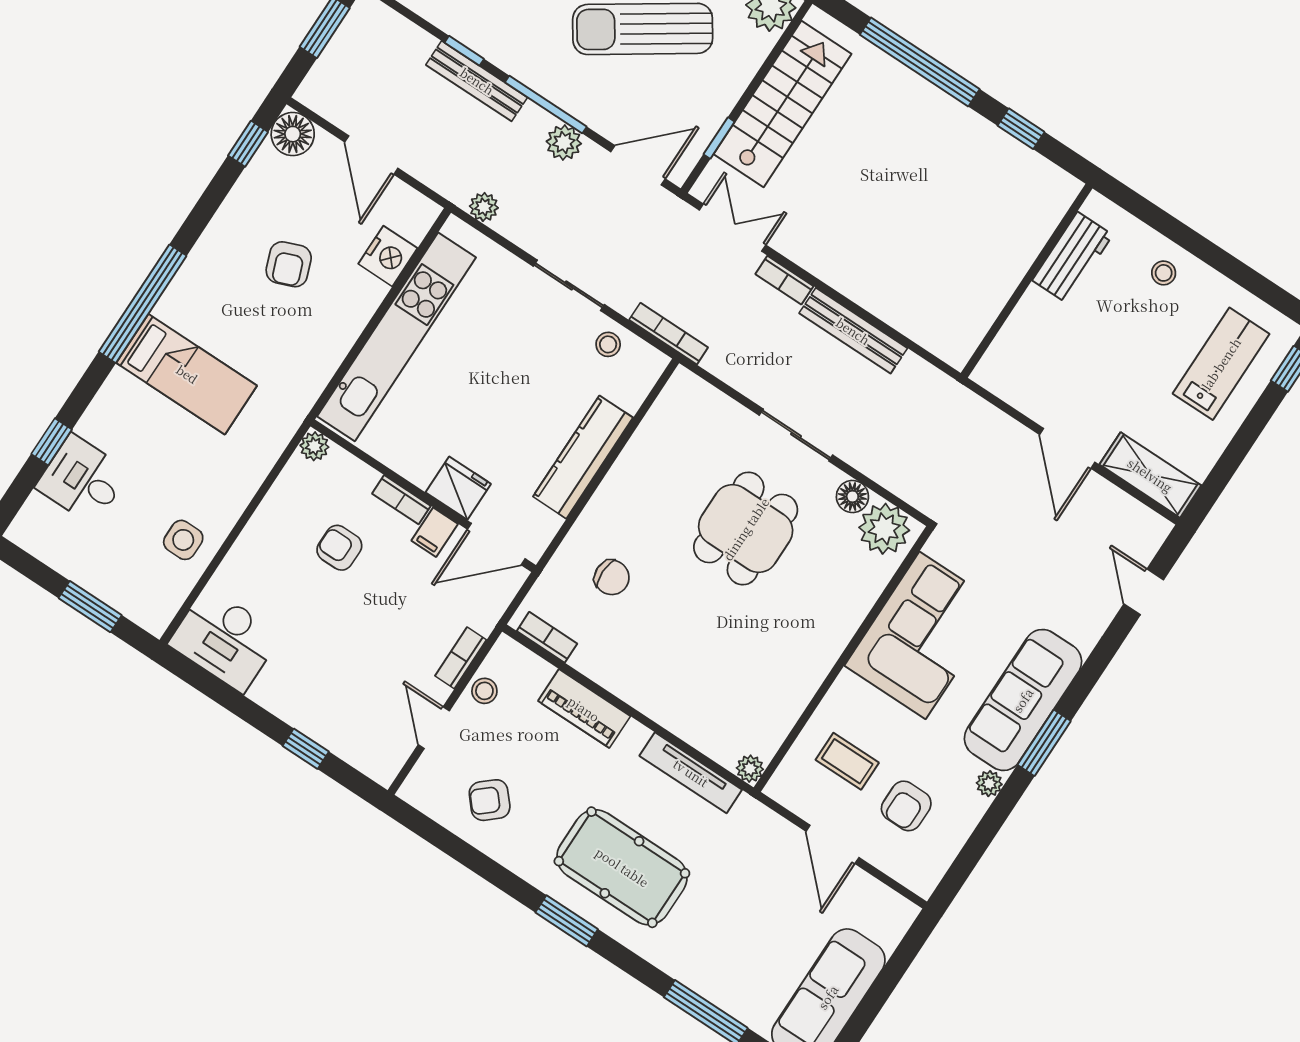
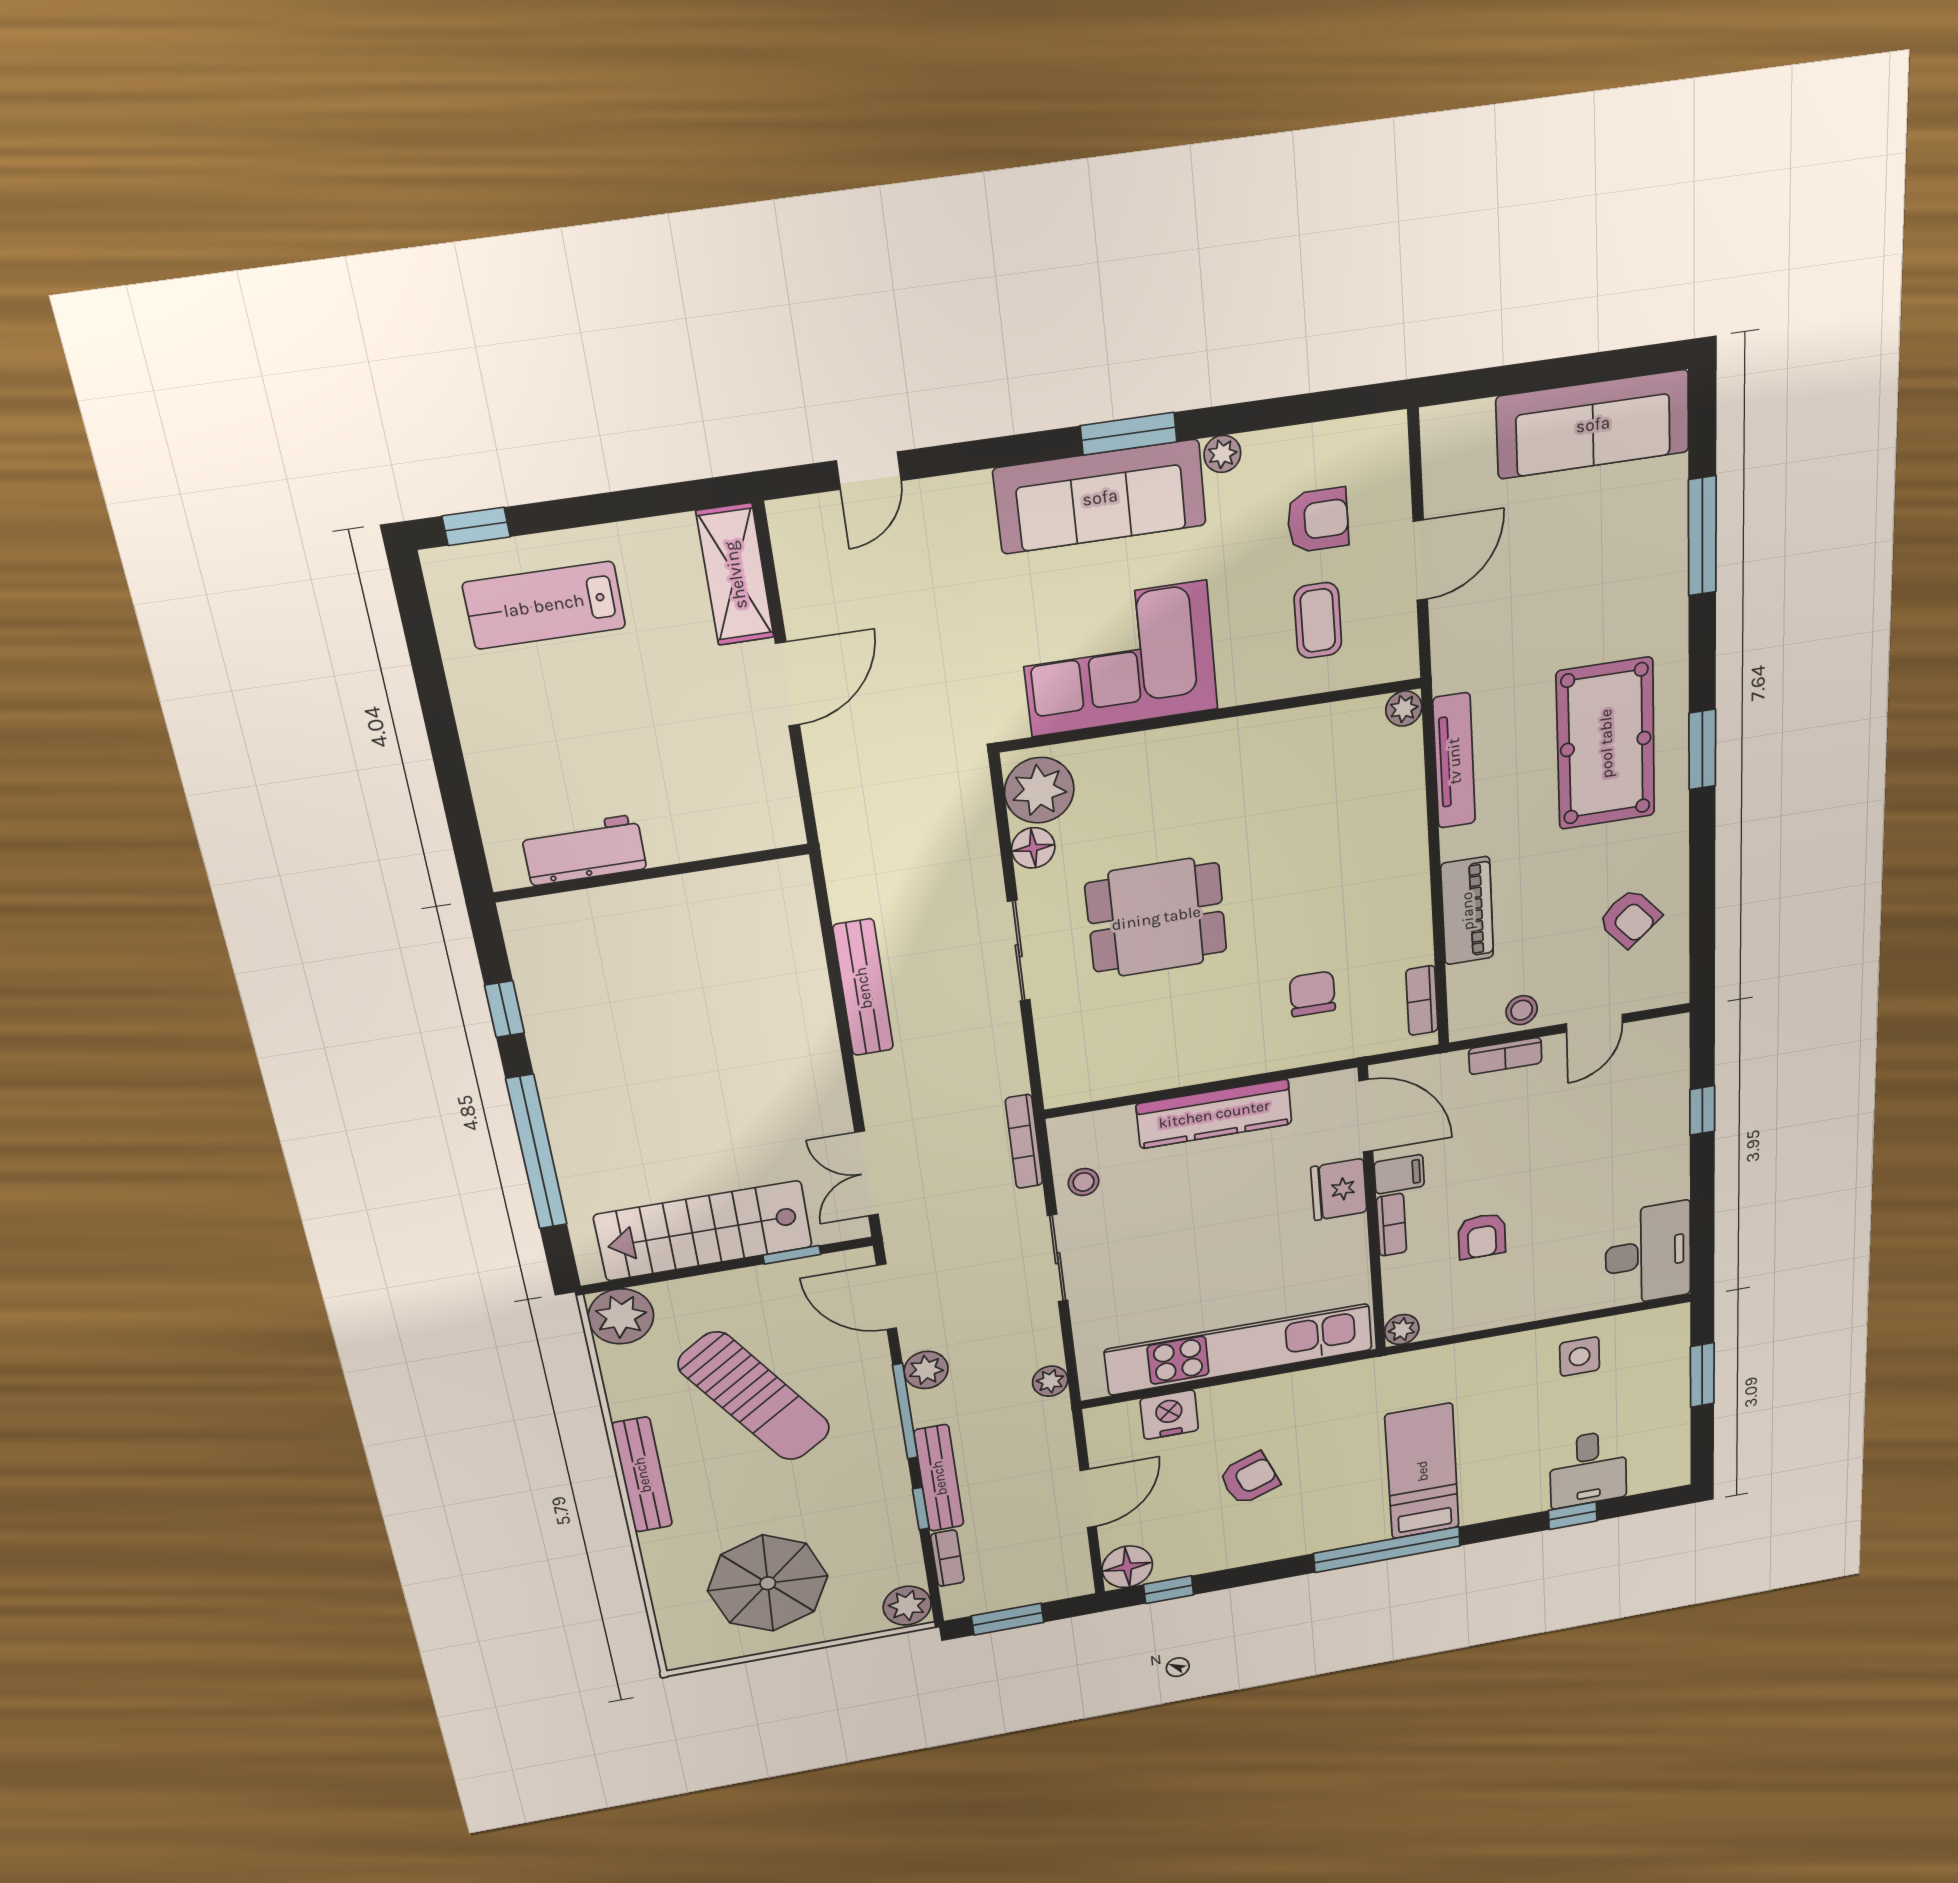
stool: (1164, 273) -> (508, 748), removed
bookcase: (784, 280) -> (947, 1558), moved

